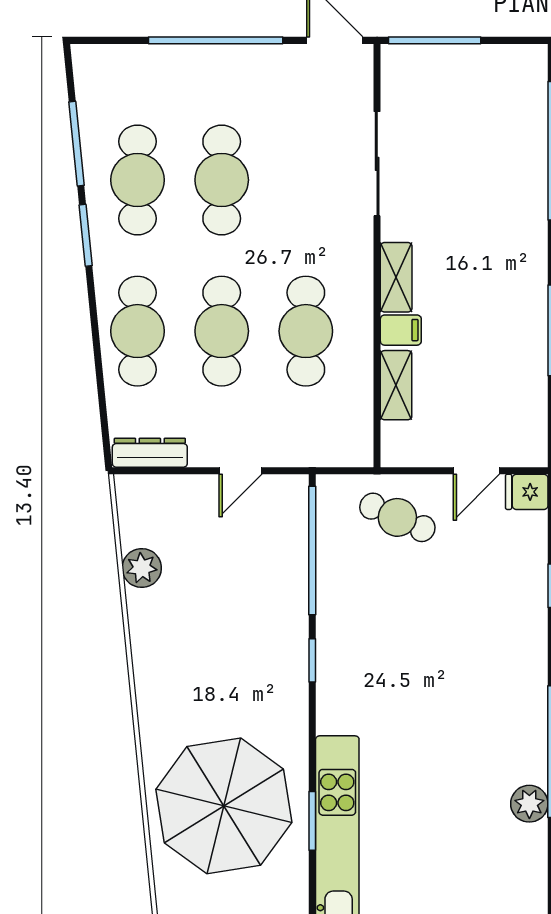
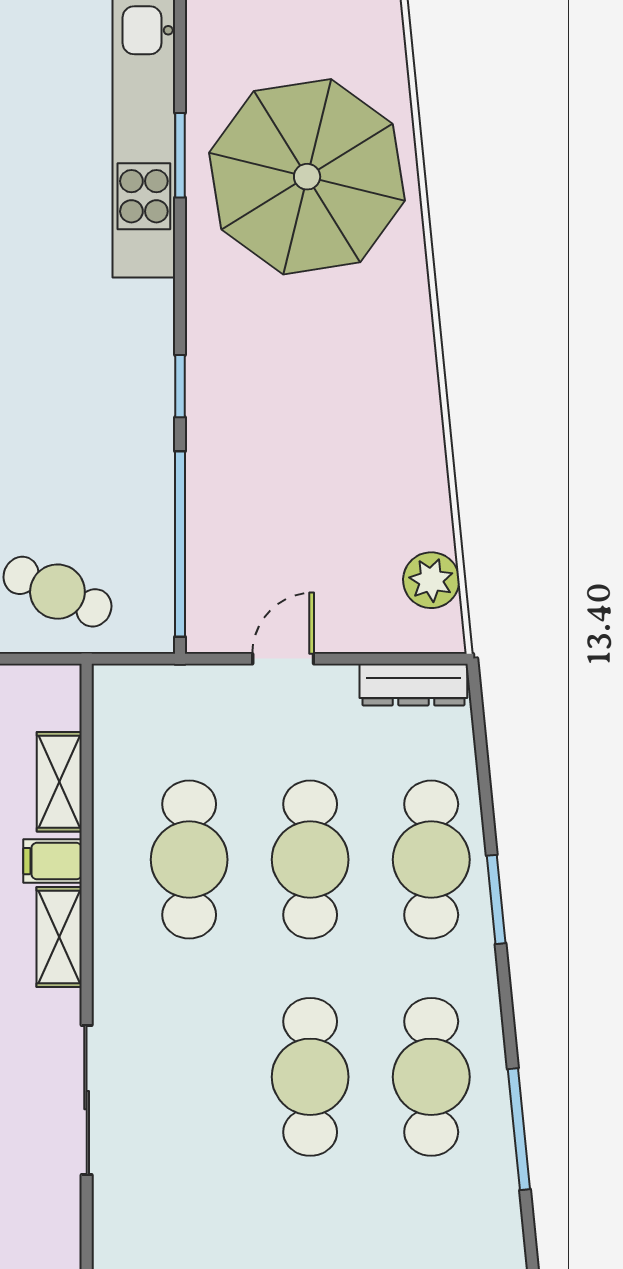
window: (86, 235) -> (496, 899), moved
plant: (142, 568) -> (431, 580), moved

